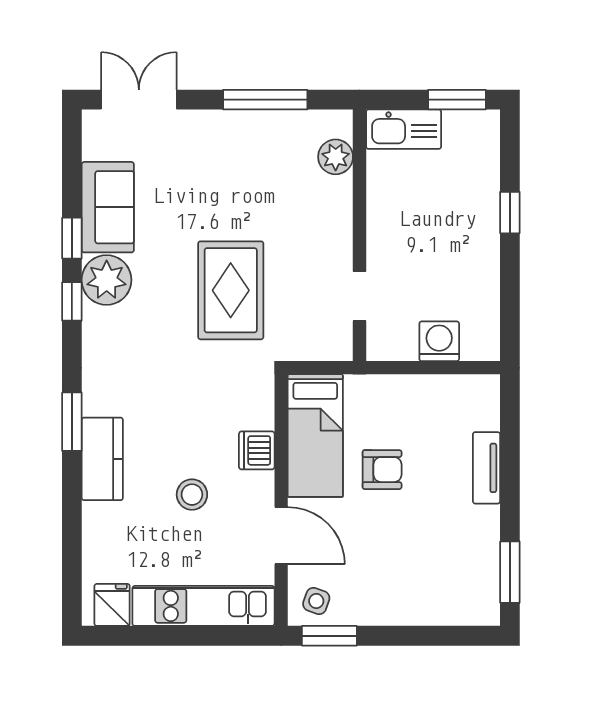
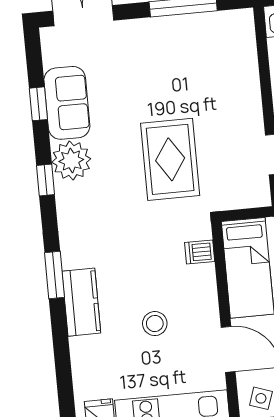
plant: (336, 157) -> (243, 46), removed
window: (72, 238) -> (38, 104), moved
dishwasher: (257, 450) -> (200, 252), moved, width x0.73

